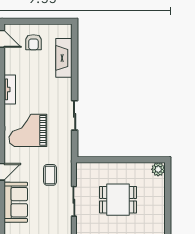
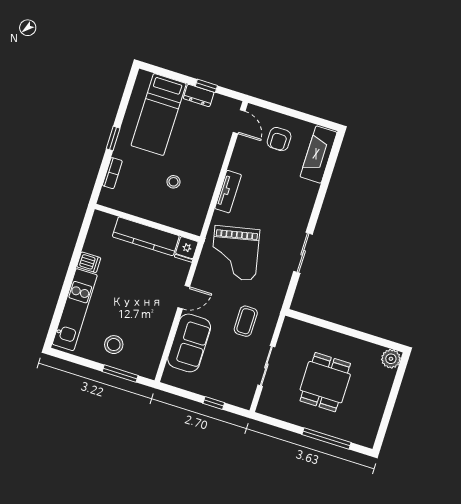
fireplace: (64, 58) -> (319, 155), moved
grand piano: (28, 130) -> (235, 253), turned -102
dining table: (118, 200) -> (325, 382), turned 90

